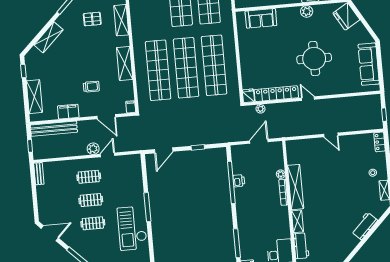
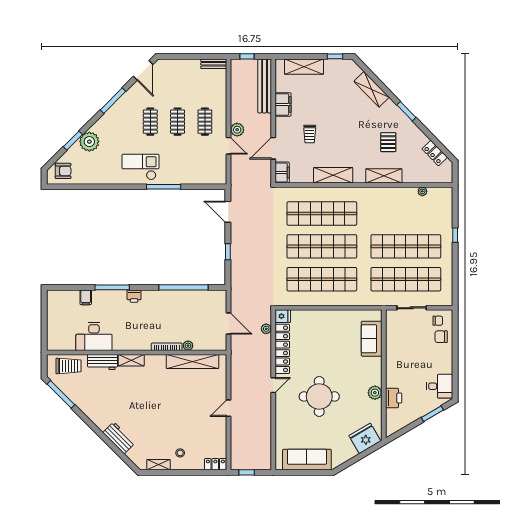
filing cabinet: (131, 107) -> (282, 173), width x2.00
printer: (239, 181) -> (134, 296), moved
shelving: (296, 187) -> (193, 361), moved
checkout: (132, 228) -> (140, 167), width x0.73, depth x0.83

